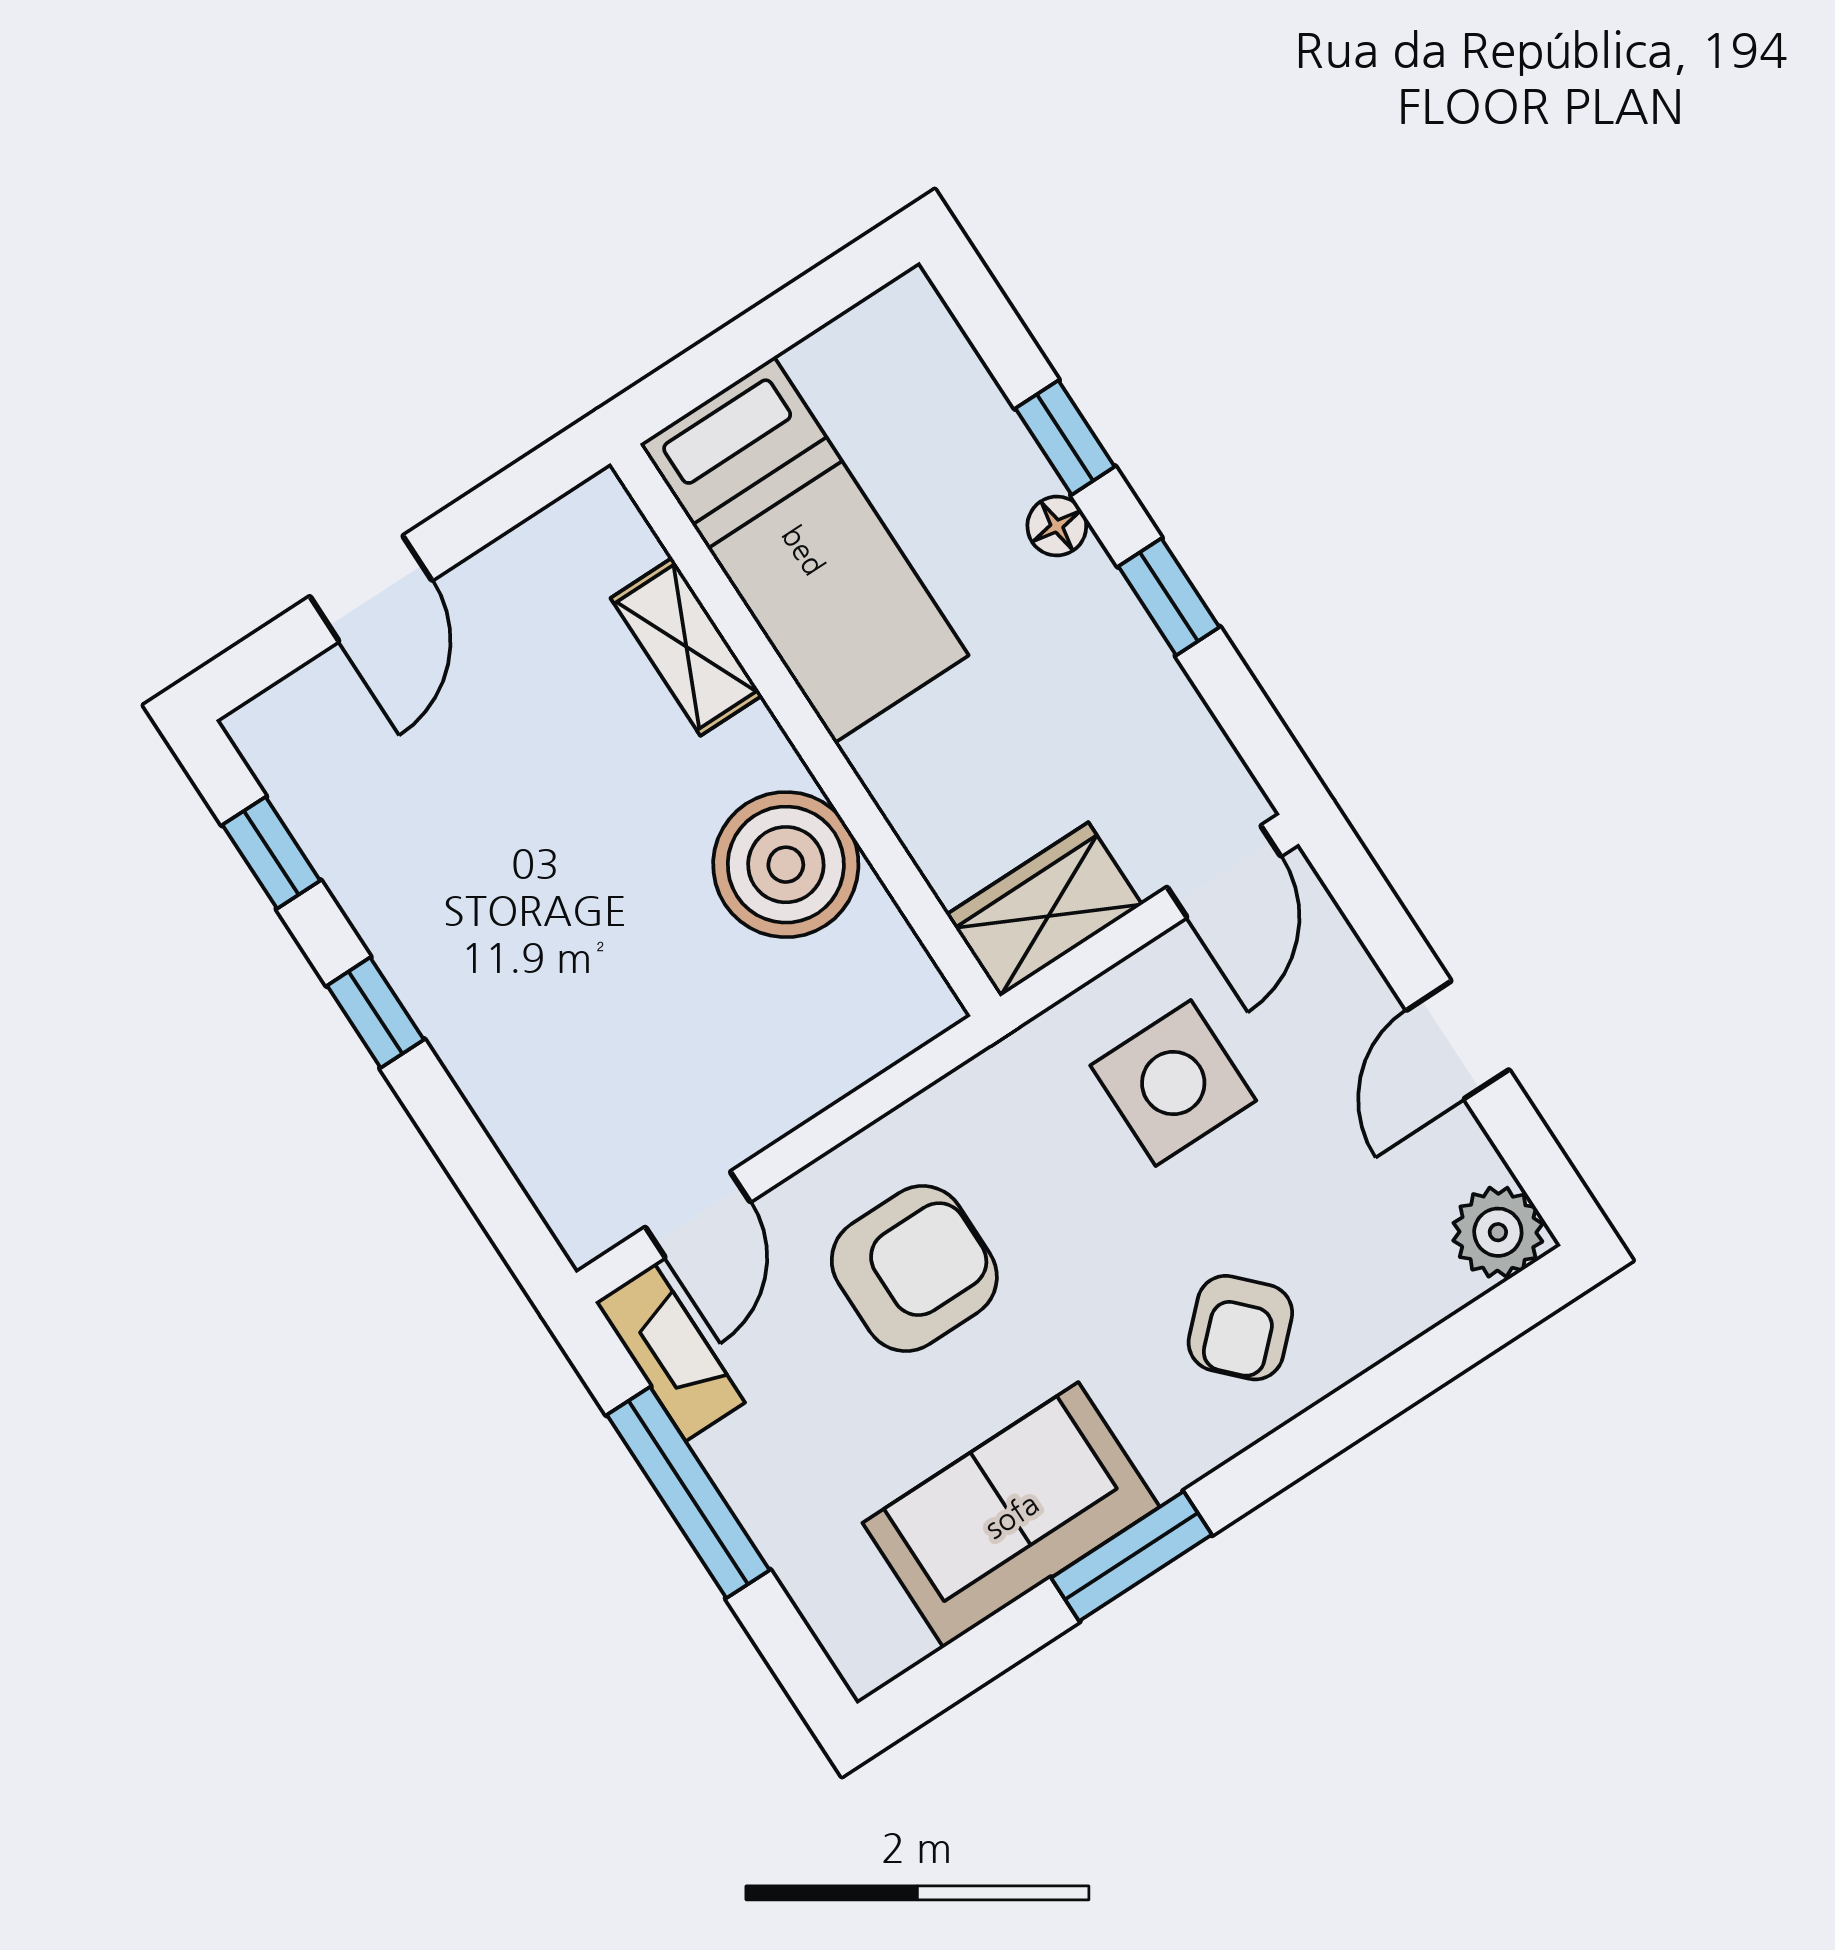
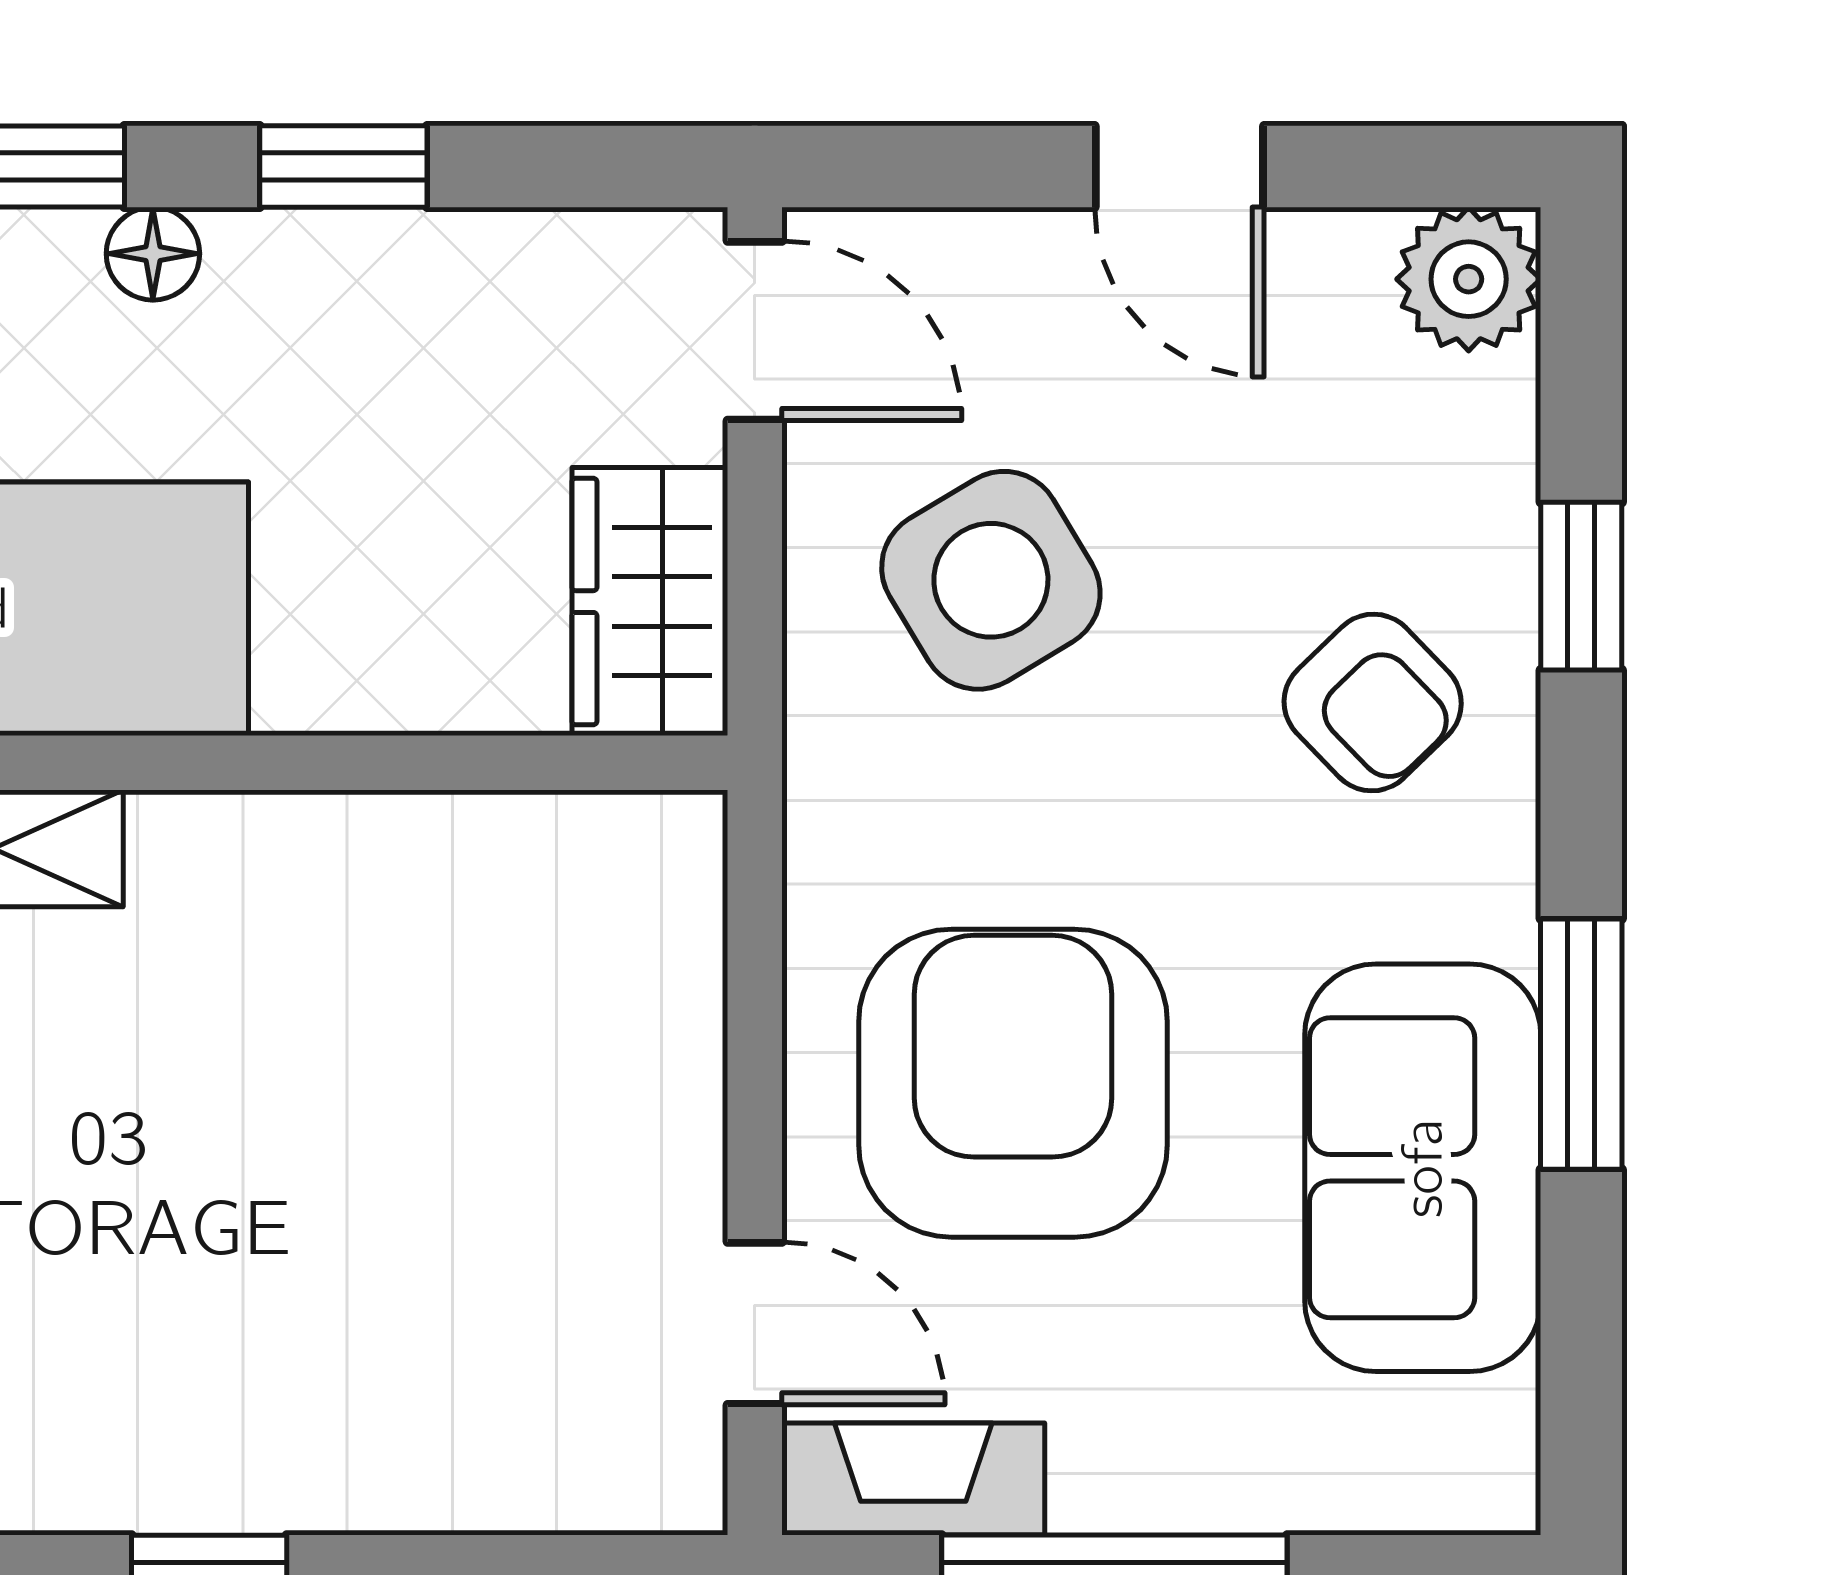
boiler: (786, 865) -> (367, 905), removed
side table: (1173, 1083) -> (991, 580), turned -31
armchair: (914, 1269) -> (1013, 1083), width x1.36, depth x1.36
window: (1374, 1398) -> (1581, 586), added

